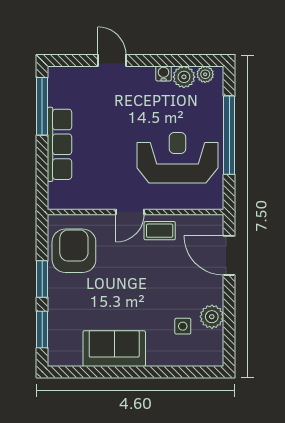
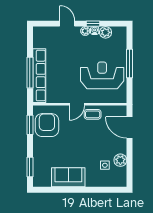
window: (160, 60) -> (93, 24), added
plant: (205, 74) -> (85, 31), moved
window: (42, 106) -> (30, 73), moved
window: (229, 135) -> (130, 63), width x0.68
row of seats: (59, 144) -> (39, 76), width x1.36
window: (42, 279) -> (30, 125), moved

